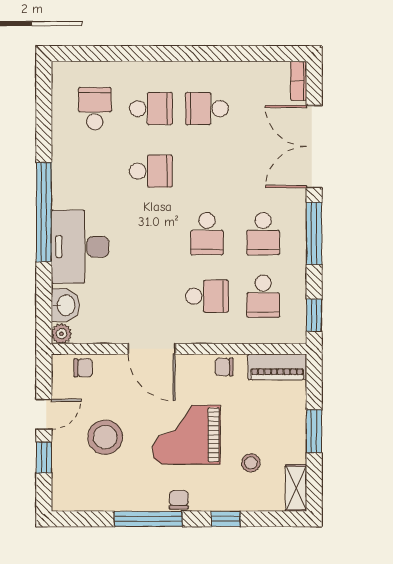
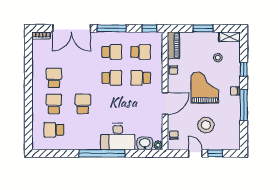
school desk: (207, 109) -> (54, 78), turned 180
school desk: (207, 296) -> (141, 78), turned -90
grand piano: (186, 435) -> (205, 88), turned 180

